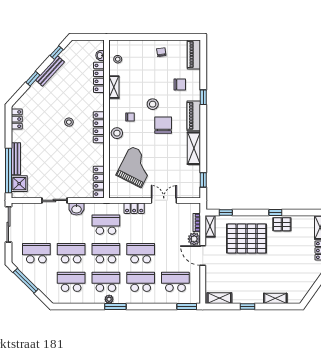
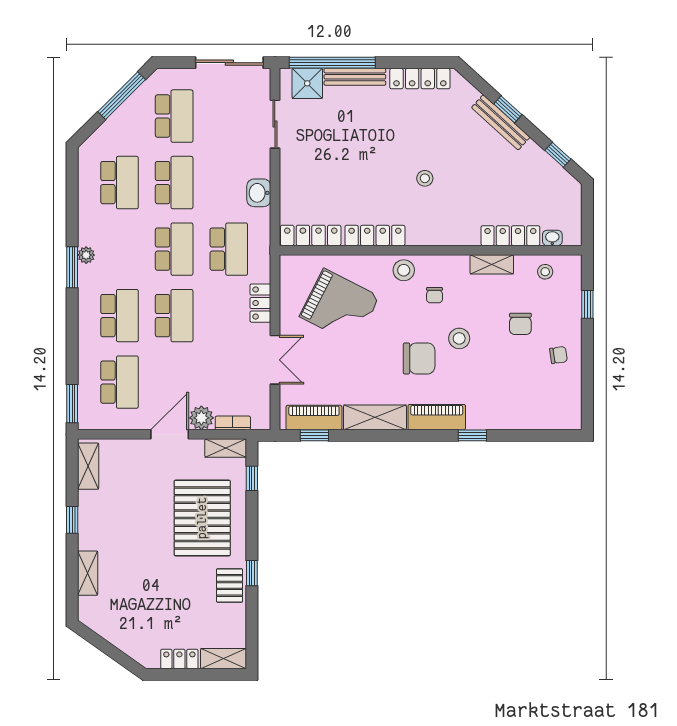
window: (135, 37) -> (587, 304), added
piano: (194, 55) -> (314, 418), moved
bench: (50, 71) -> (501, 122), moved
chair: (180, 85) -> (520, 324), moved
locker: (17, 119) -> (420, 79), width x1.53
locker: (99, 127) -> (375, 235), moved
sliding door: (54, 200) -> (275, 124), moved
school desk: (106, 282) -> (119, 249), removed

